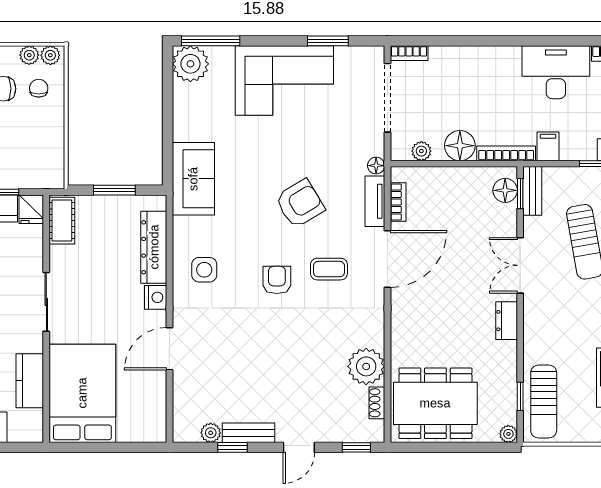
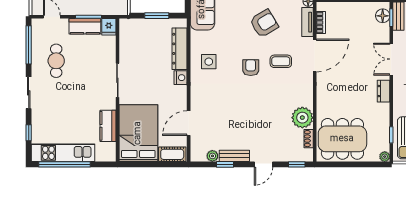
cot: (62, 221) -> (172, 154), moved, turned 90
door: (169, 349) -> (189, 123), moved

